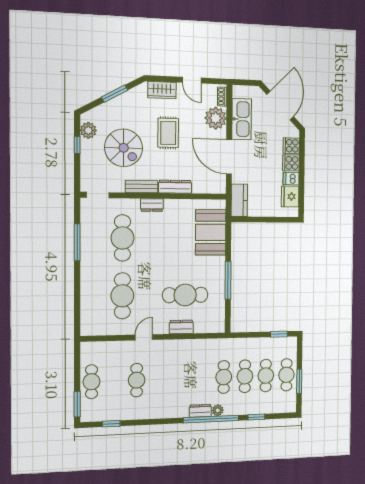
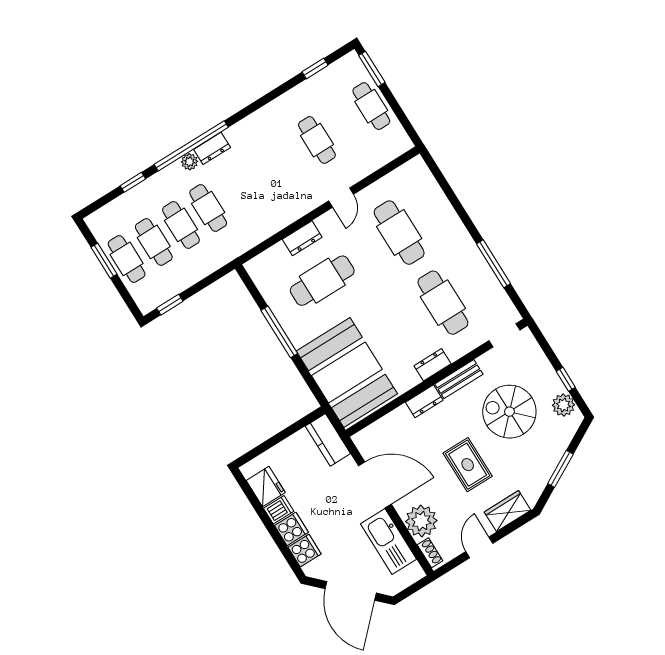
door: (192, 80) -> (479, 547), hinge flipped
dresser: (175, 187) -> (424, 401), width x0.70
booth: (211, 232) -> (347, 372), width x1.36, depth x1.42

